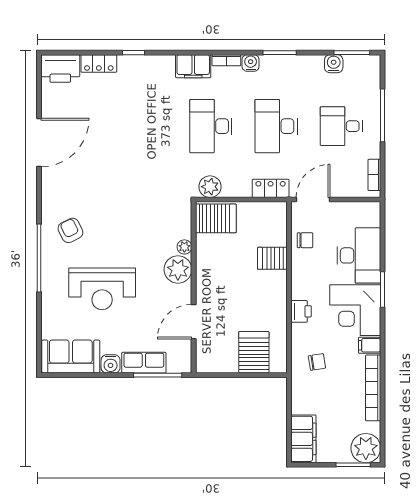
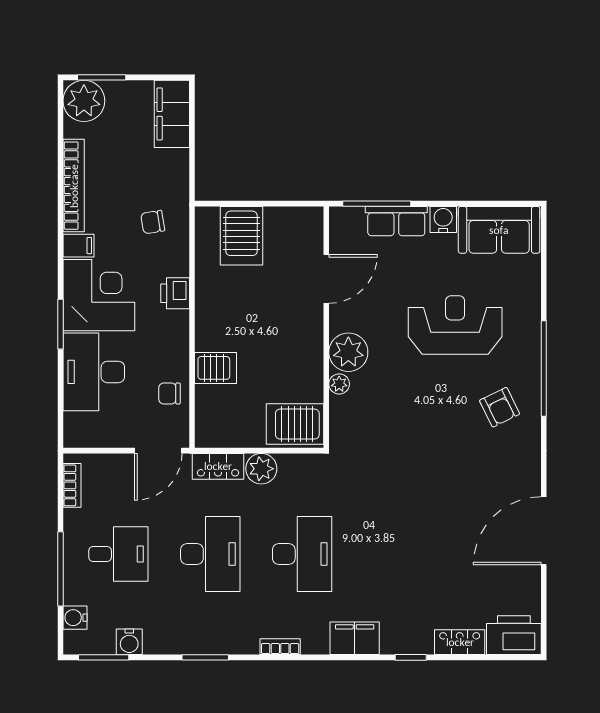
water cooler: (251, 63) -> (75, 618), moved, turned 90
filing cabinet: (193, 66) -> (355, 638), moved
plant: (210, 187) -> (261, 469), moved

